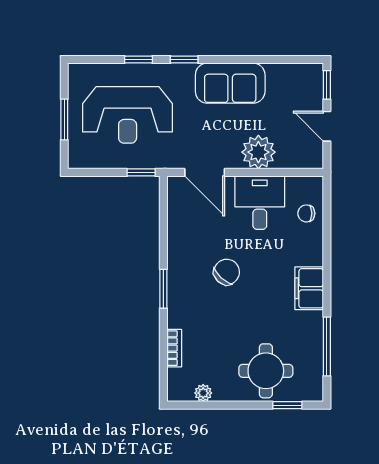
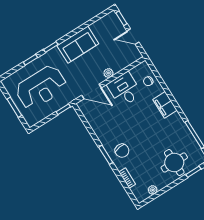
plant: (258, 152) -> (108, 73), width x0.53, depth x0.53
chair: (227, 272) -> (122, 151), moved, turned 130
filing cabinet: (309, 288) -> (165, 105), moved

